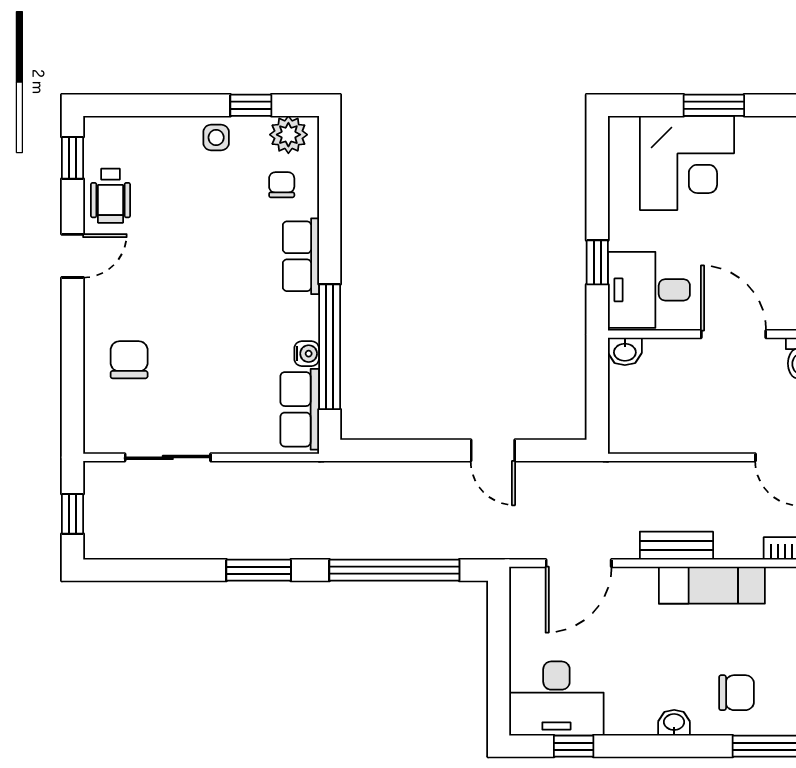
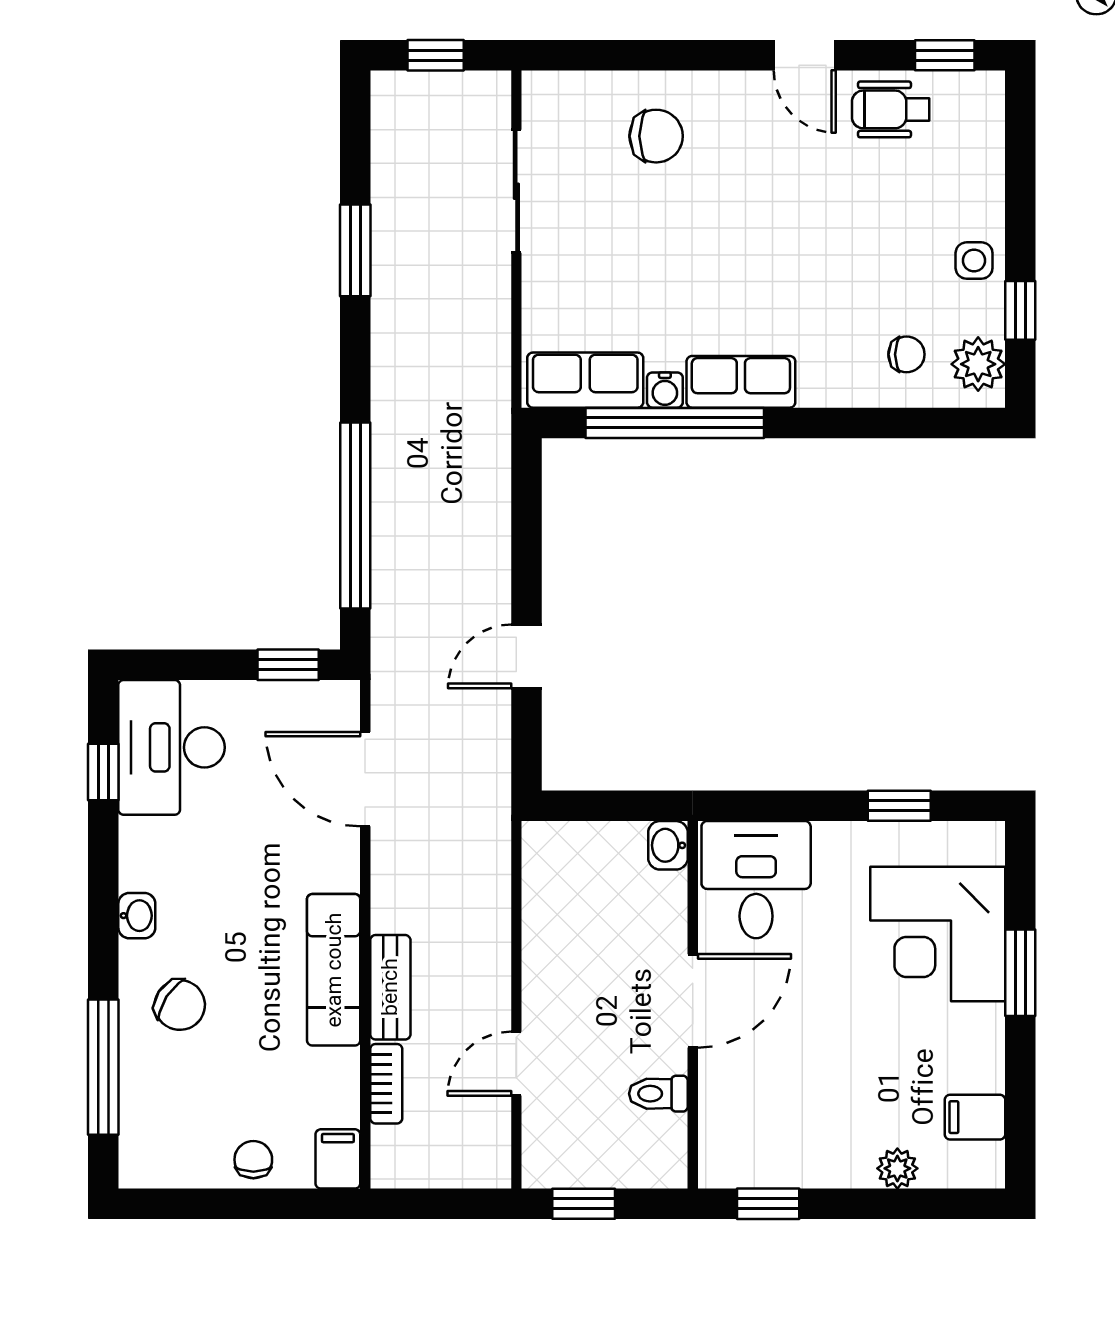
row of seats: (301, 256) -> (741, 382), moved
window: (597, 262) -> (899, 806), moved
bench: (676, 546) -> (390, 987), moved
window: (259, 570) -> (355, 250), moved
window: (499, 617) -> (288, 665), added
chair: (736, 693) -> (180, 1005), turned -57

